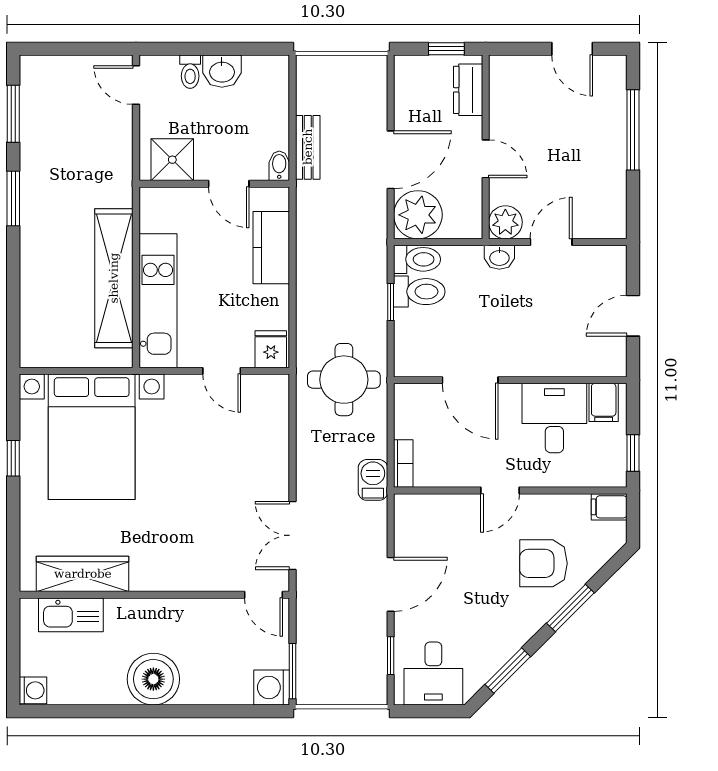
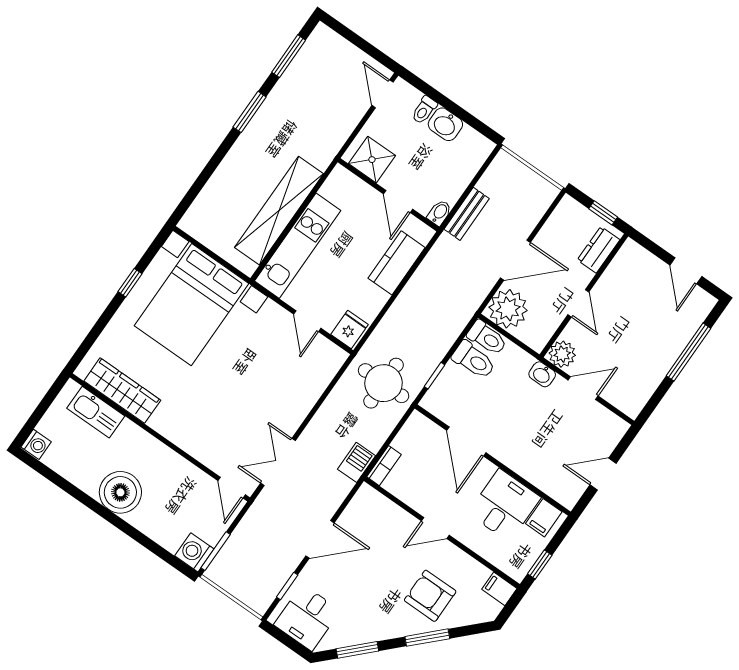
window: (391, 302) -> (435, 376), moved

